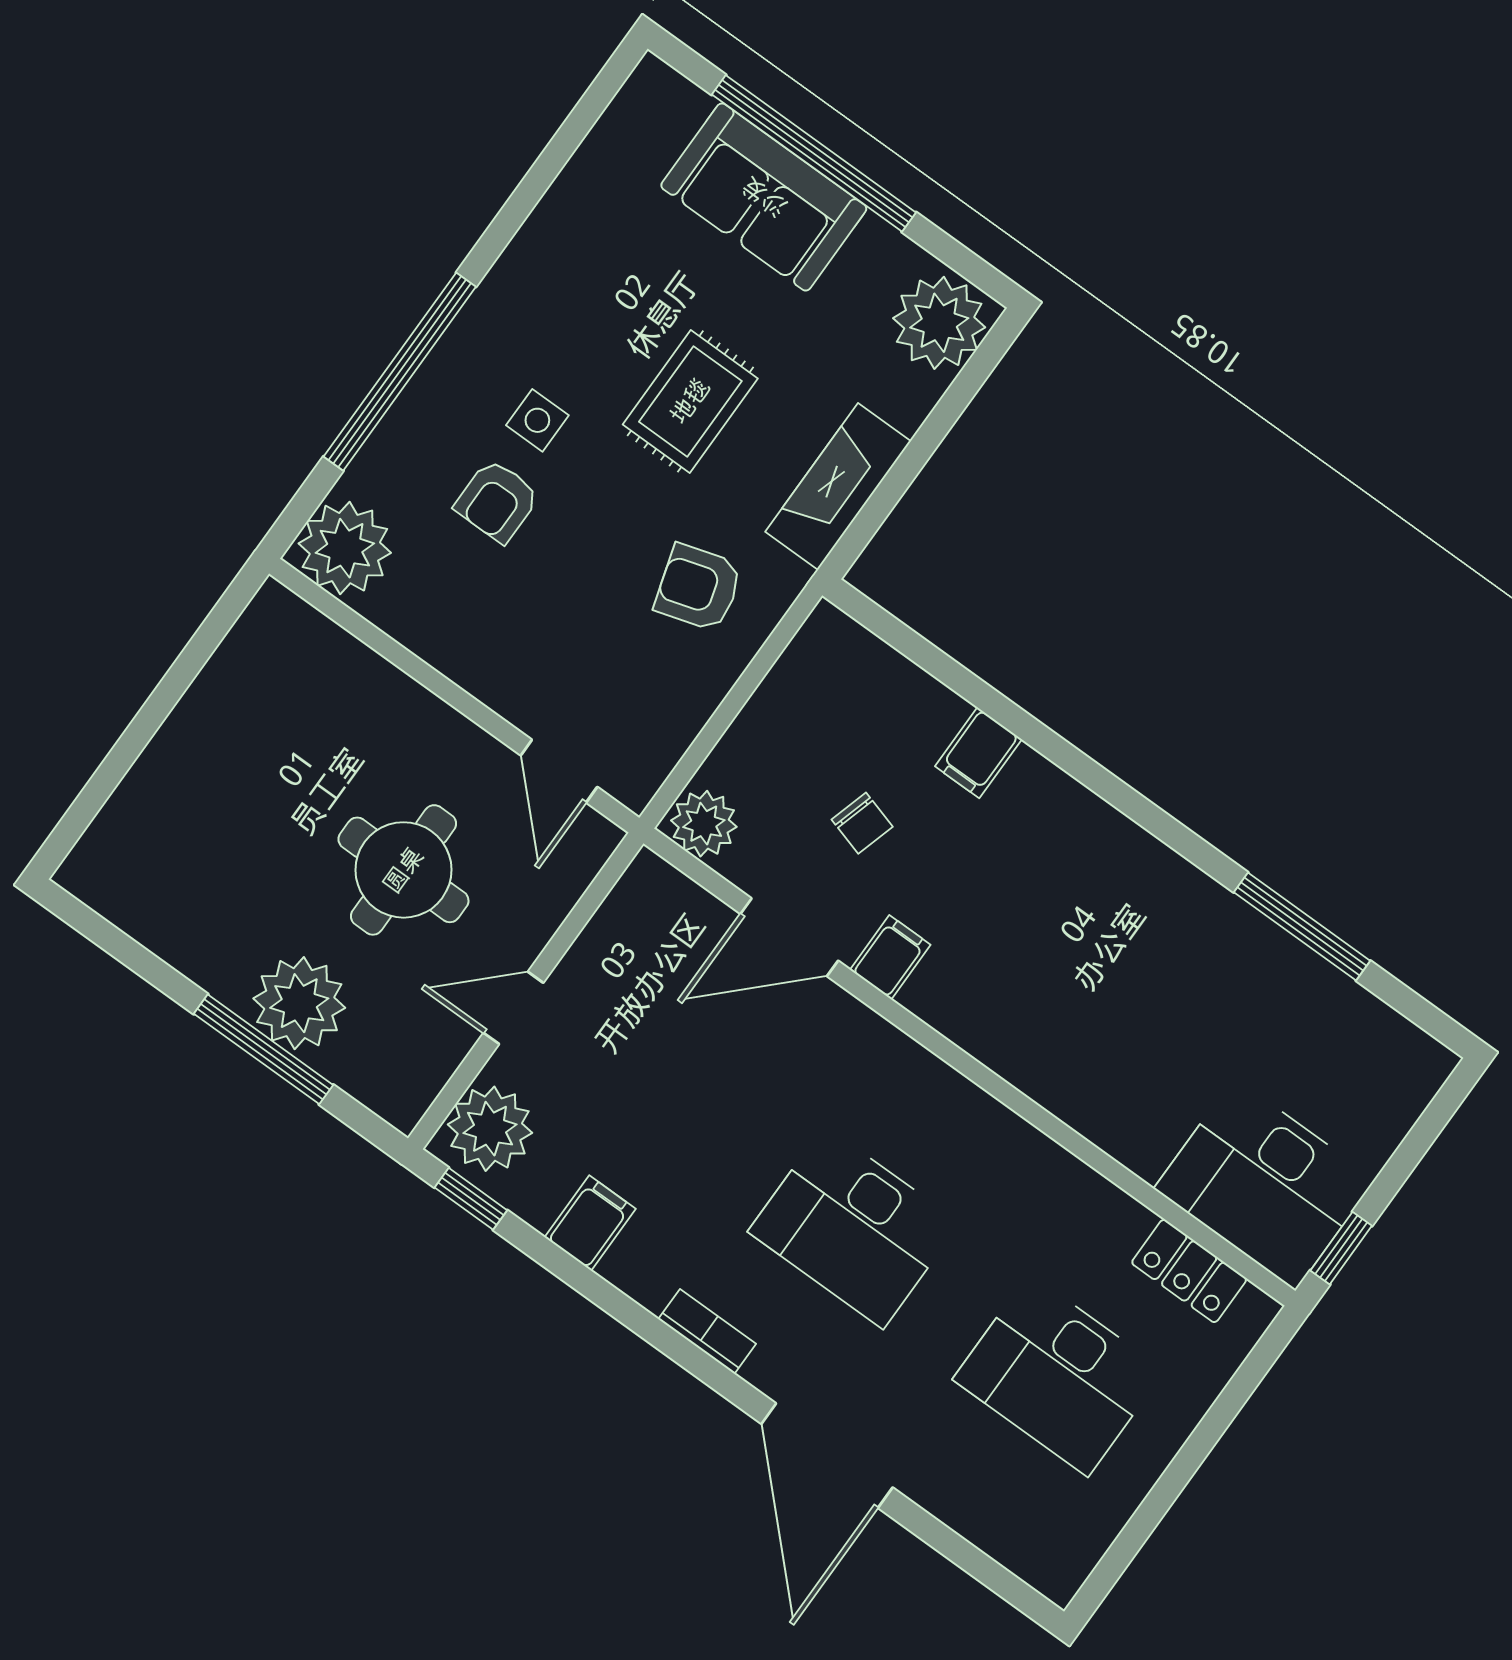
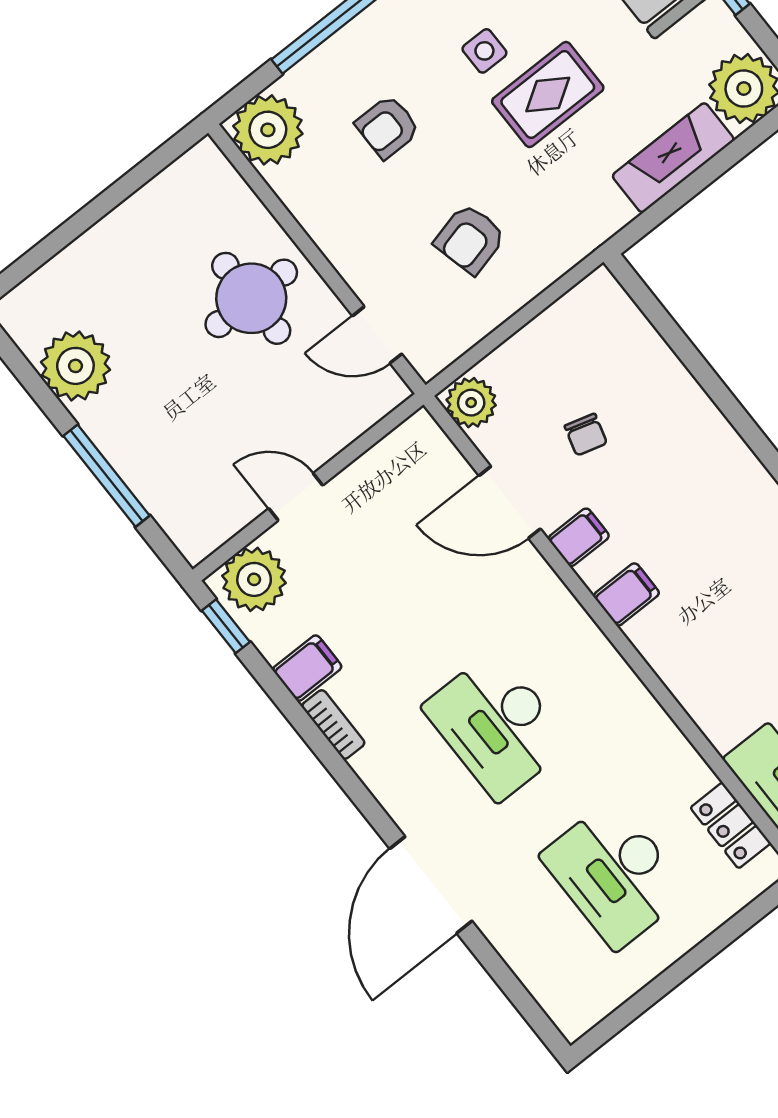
side table: (537, 420) -> (484, 51), moved
fireplace: (838, 486) -> (673, 158), moved
armchair: (698, 588) -> (470, 239), moved, turned -87
filing cabinet: (978, 753) -> (626, 594), moved, turned 180
door: (559, 771) -> (377, 335), hinge flipped
round table: (403, 870) -> (251, 298), moved
plant: (299, 1003) -> (75, 366), moved
bookcase: (707, 1331) -> (333, 725), moved

